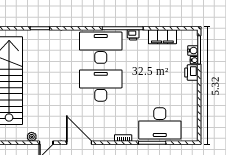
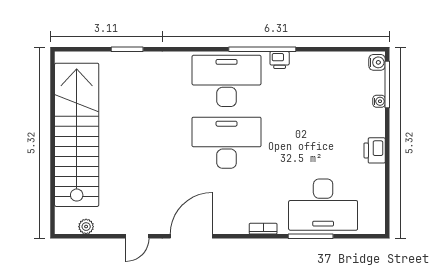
filing cabinet: (162, 37) -> (327, 63), removed
water cooler: (193, 51) -> (377, 62), moved
printer: (191, 73) -> (375, 150), moved
plant: (32, 137) -> (86, 227), moved
door: (79, 143) -> (191, 236), hinge flipped

